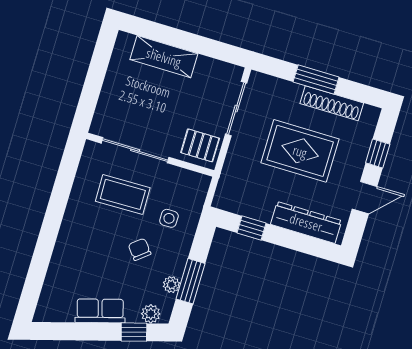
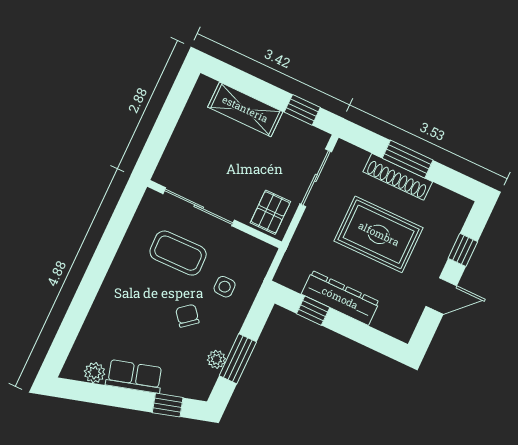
window: (215, 49) -> (302, 110), added
shoe rack: (332, 103) -> (398, 177), moved
pallet: (200, 145) -> (270, 212), turned 90
dresser: (306, 222) -> (340, 298), moved
plant: (151, 314) -> (95, 373), moved

